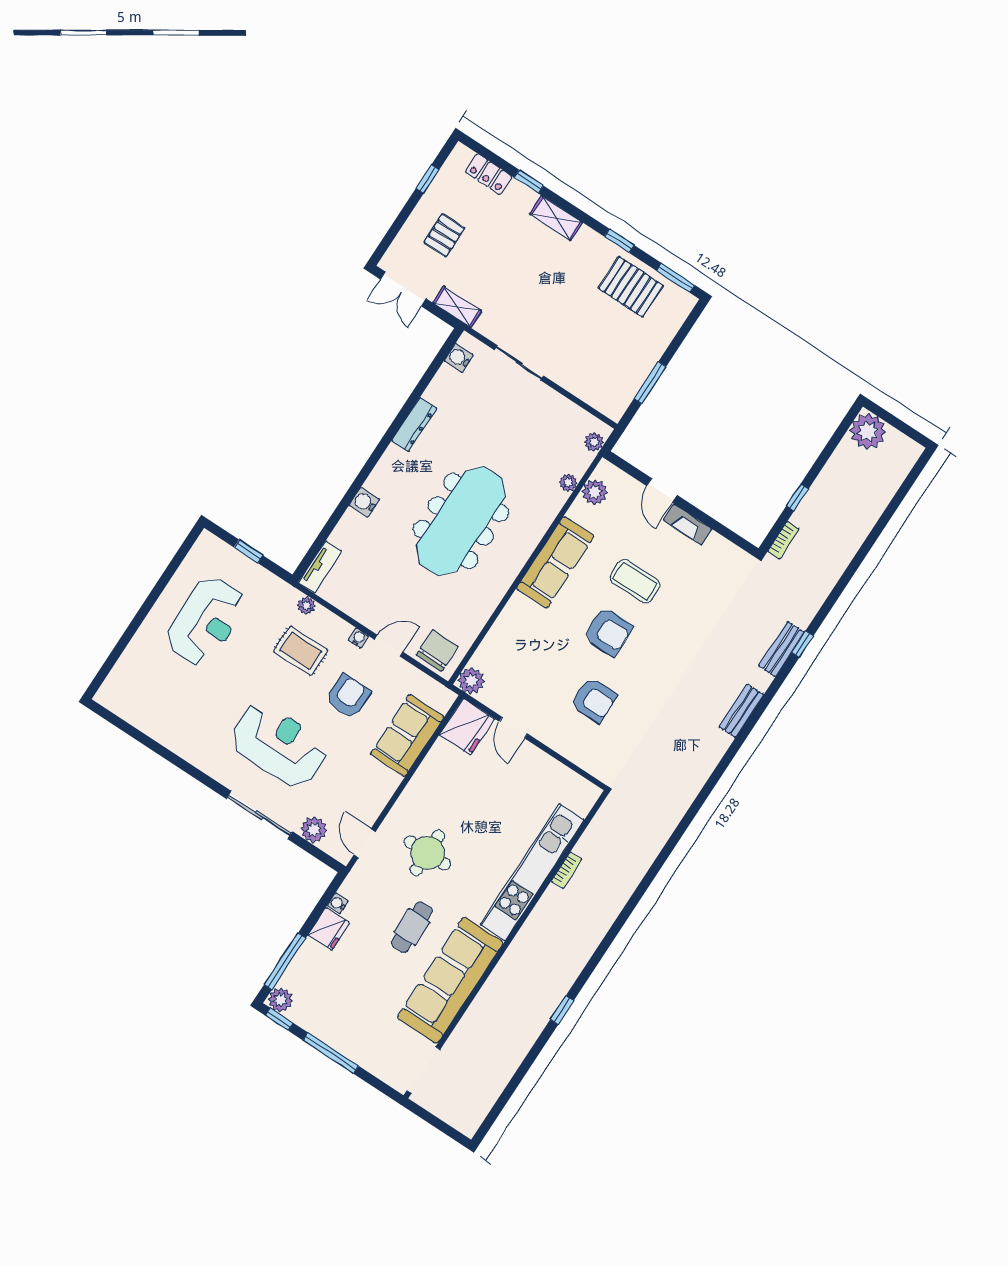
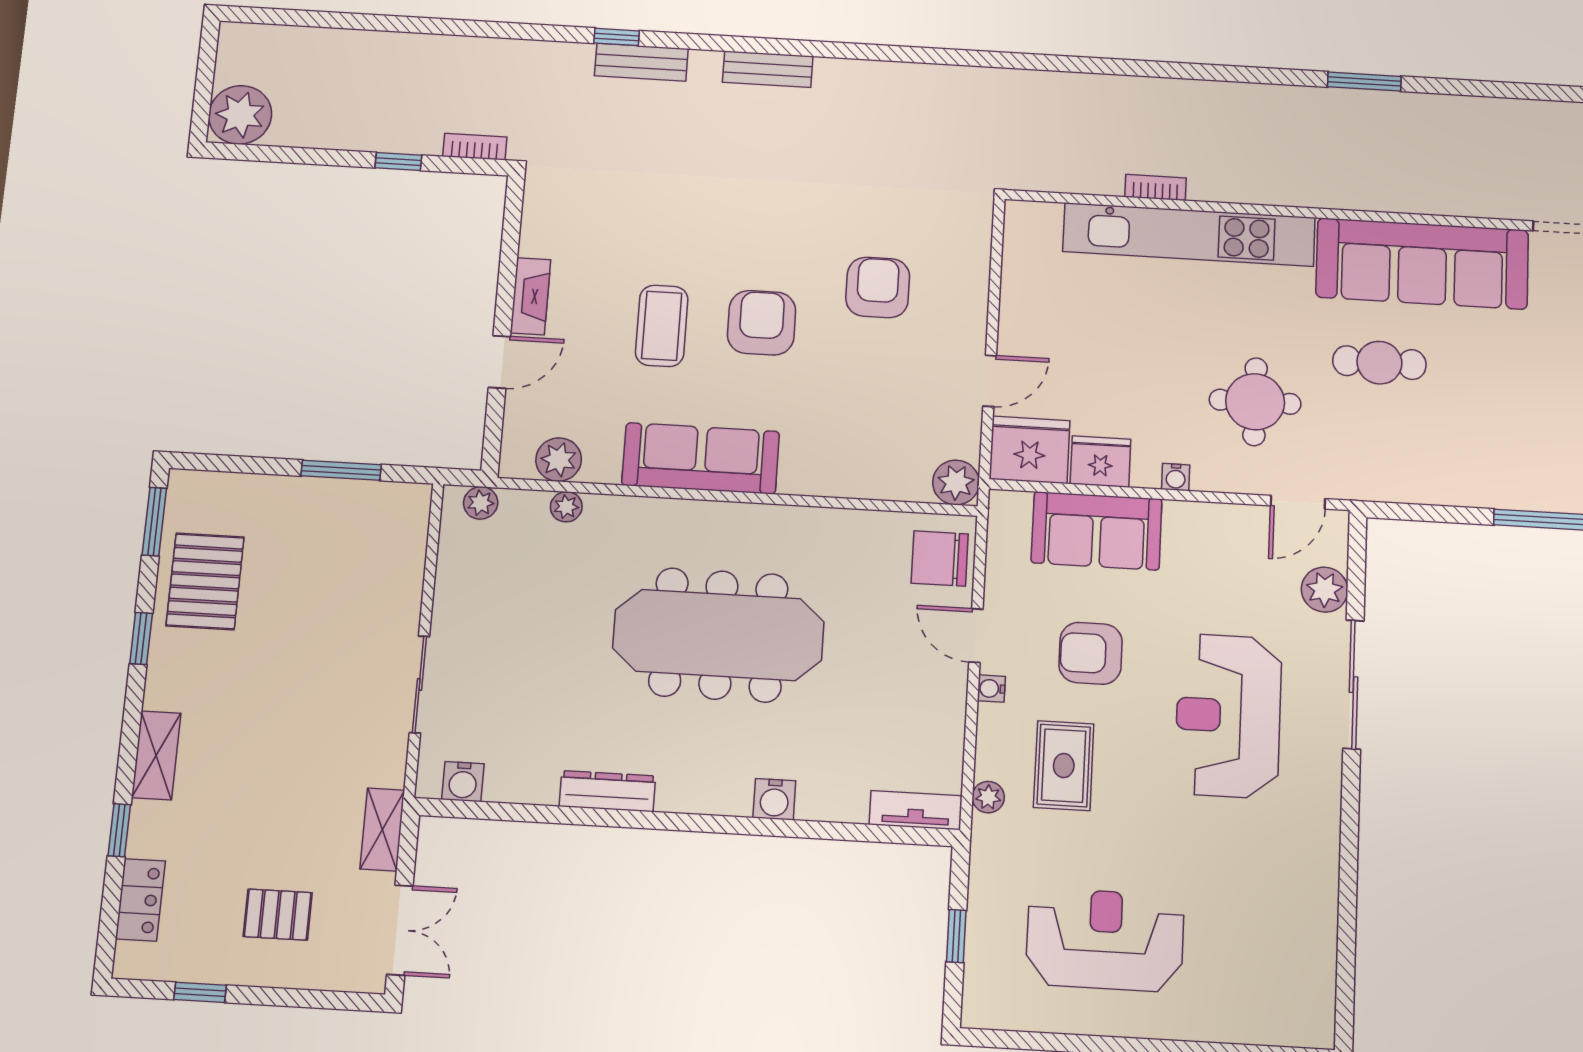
water cooler: (338, 903) -> (1176, 477), moved
fridge: (329, 929) -> (1100, 461), moved
window: (562, 1010) -> (1364, 82), width x1.50

